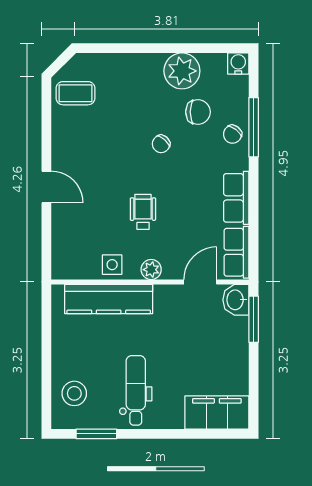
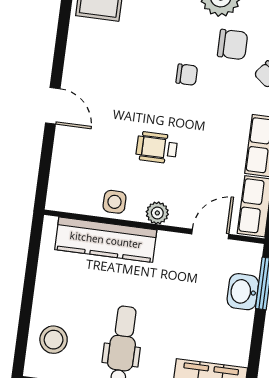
chair: (161, 144) -> (187, 75), turned -132
wheelchair: (143, 212) -> (157, 148), turned -90
washbasin: (236, 300) -> (243, 292), moved

